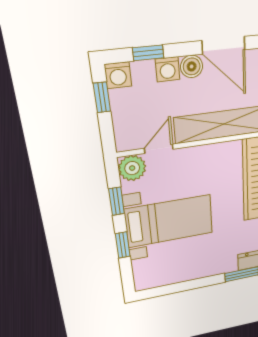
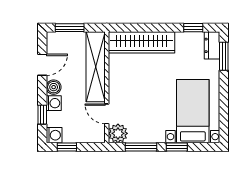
door: (224, 45) -> (42, 65), width x0.73
window: (117, 201) -> (141, 147), width x1.50
bed with nightstands: (169, 221) -> (193, 111), moved

